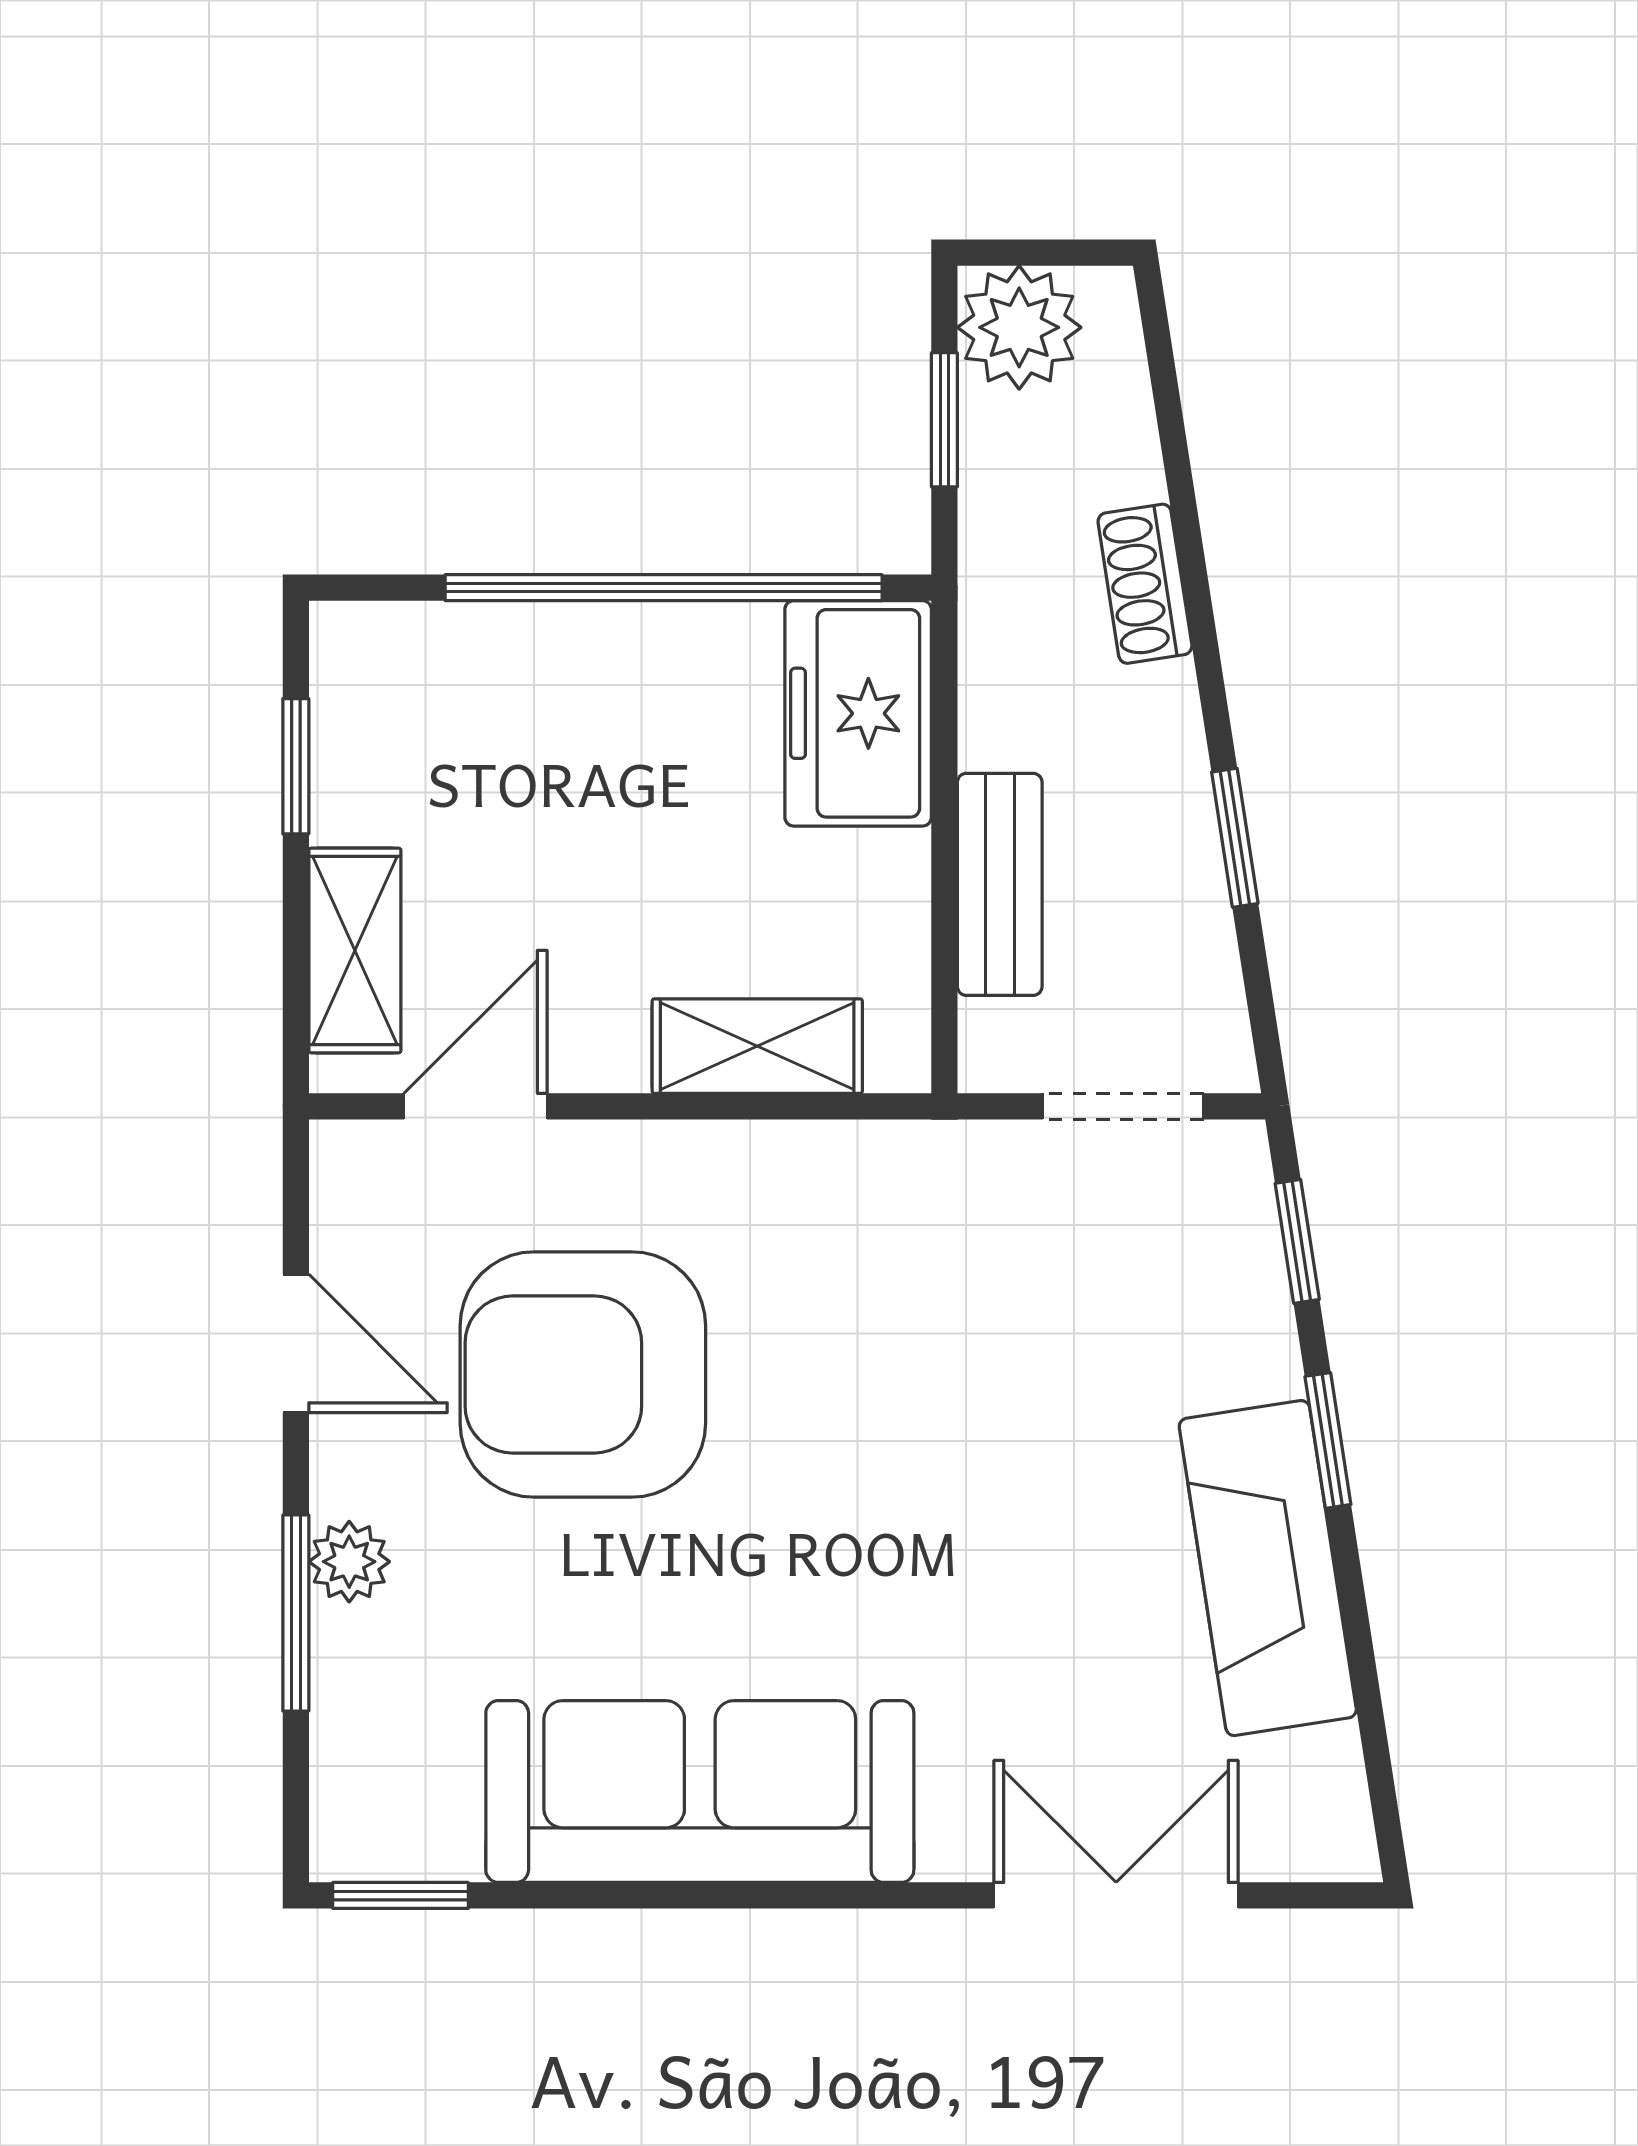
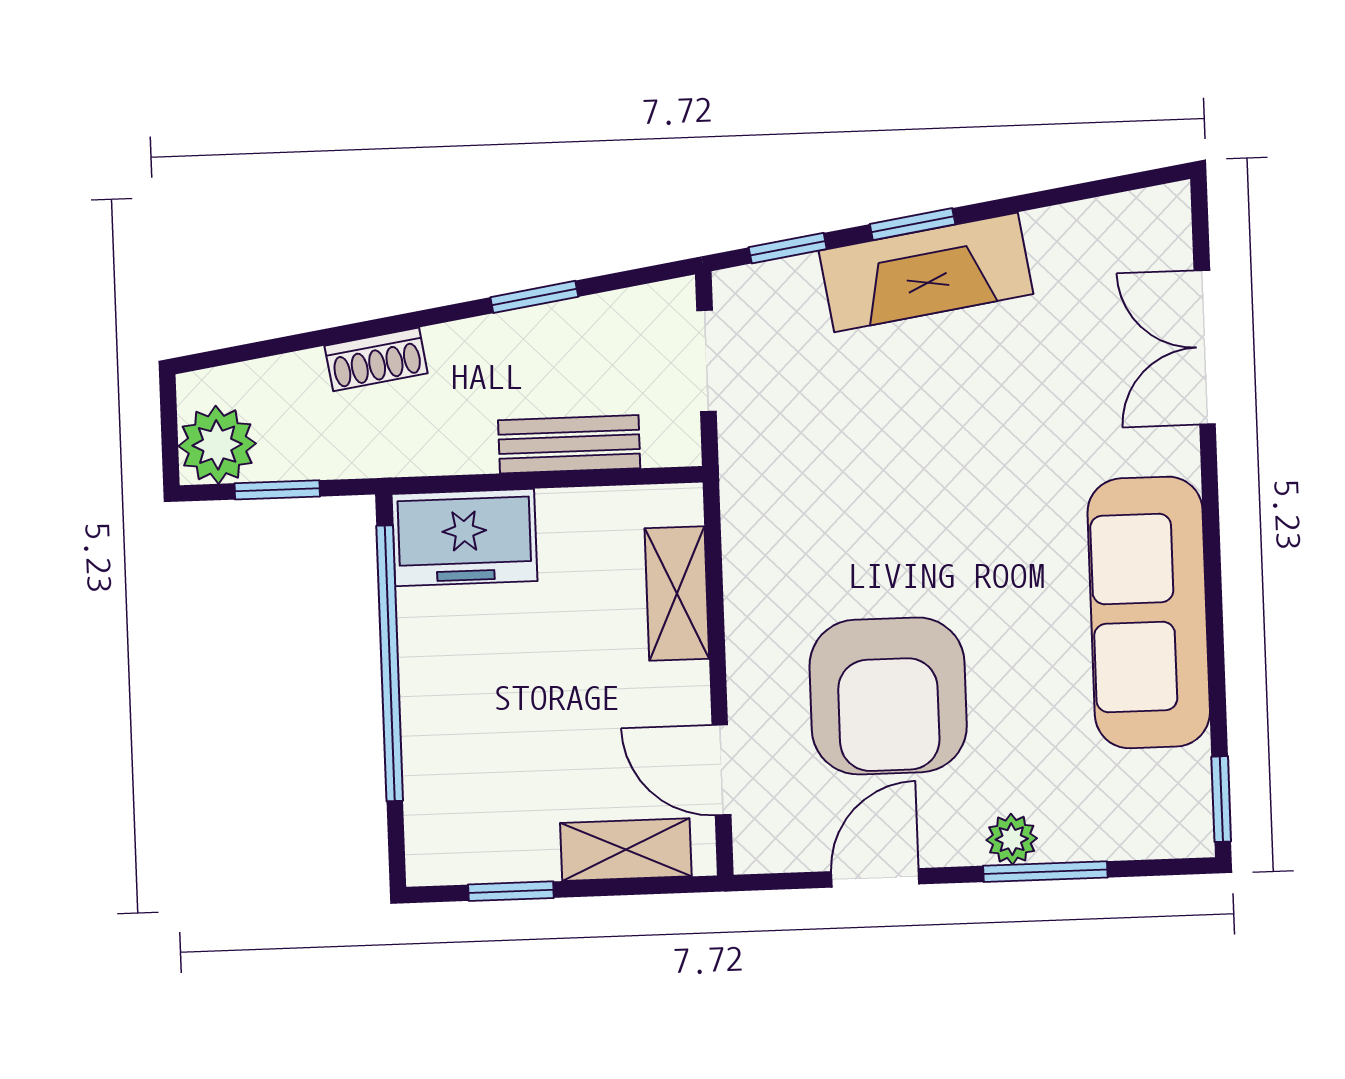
fireplace: (1268, 1568) -> (926, 272), moved

